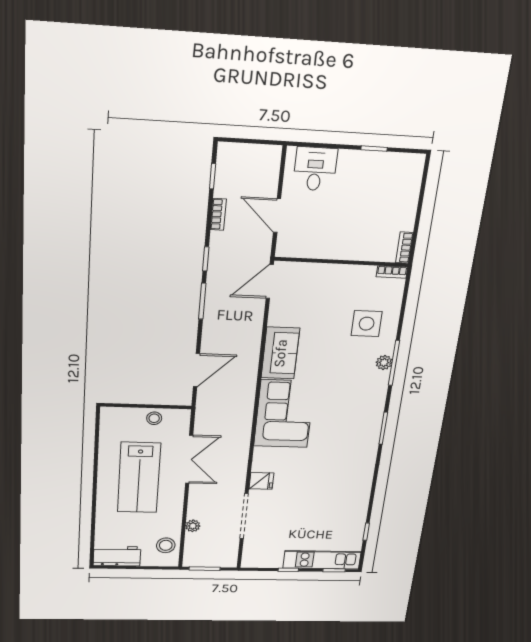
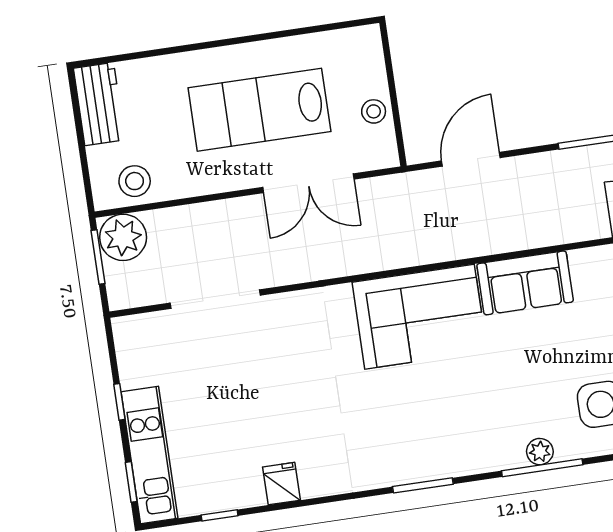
door: (197, 370) -> (471, 159), swing flipped
fridge: (261, 481) -> (282, 484), moved, turned 180
plant: (193, 526) -> (123, 237), moved, width x1.87, depth x1.87

